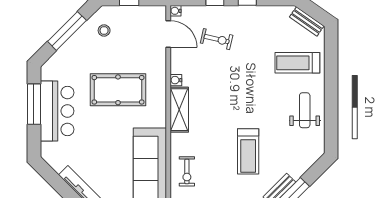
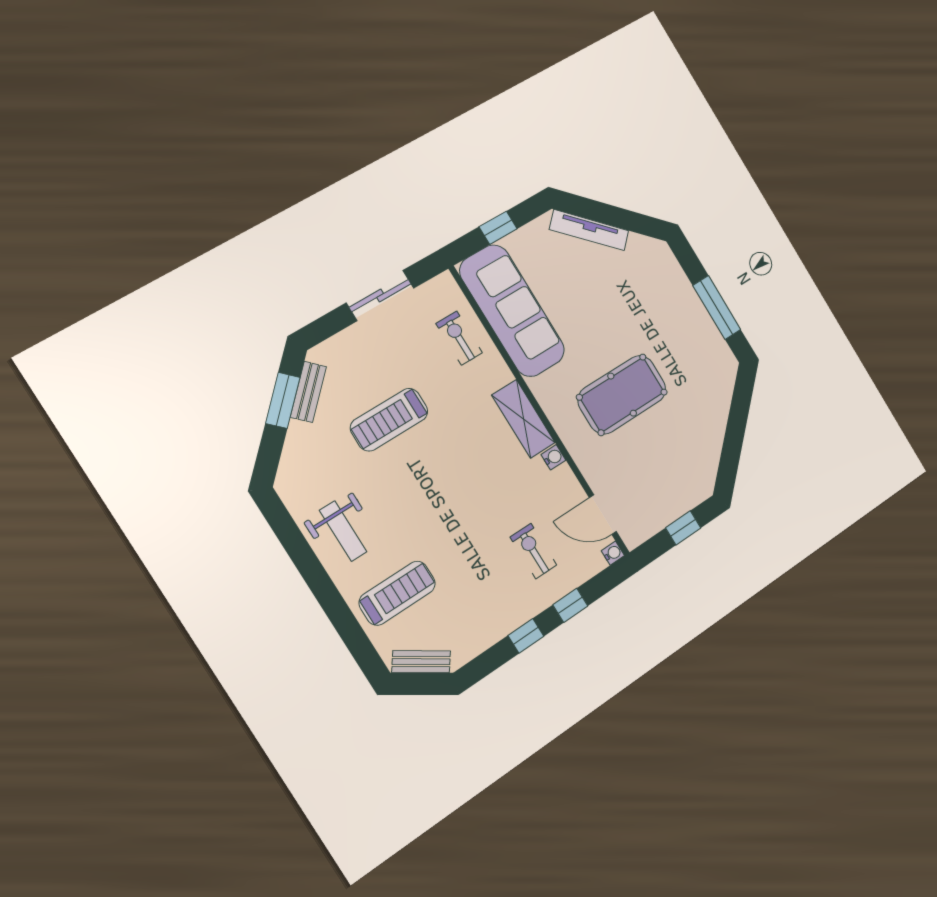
stool: (104, 30) -> (689, 464), removed
window: (67, 31) -> (735, 432), removed
exercise bike: (217, 39) -> (533, 551), turned 77
bar counter: (57, 111) -> (682, 316), removed
treadmill: (248, 151) -> (389, 420), turned -90

